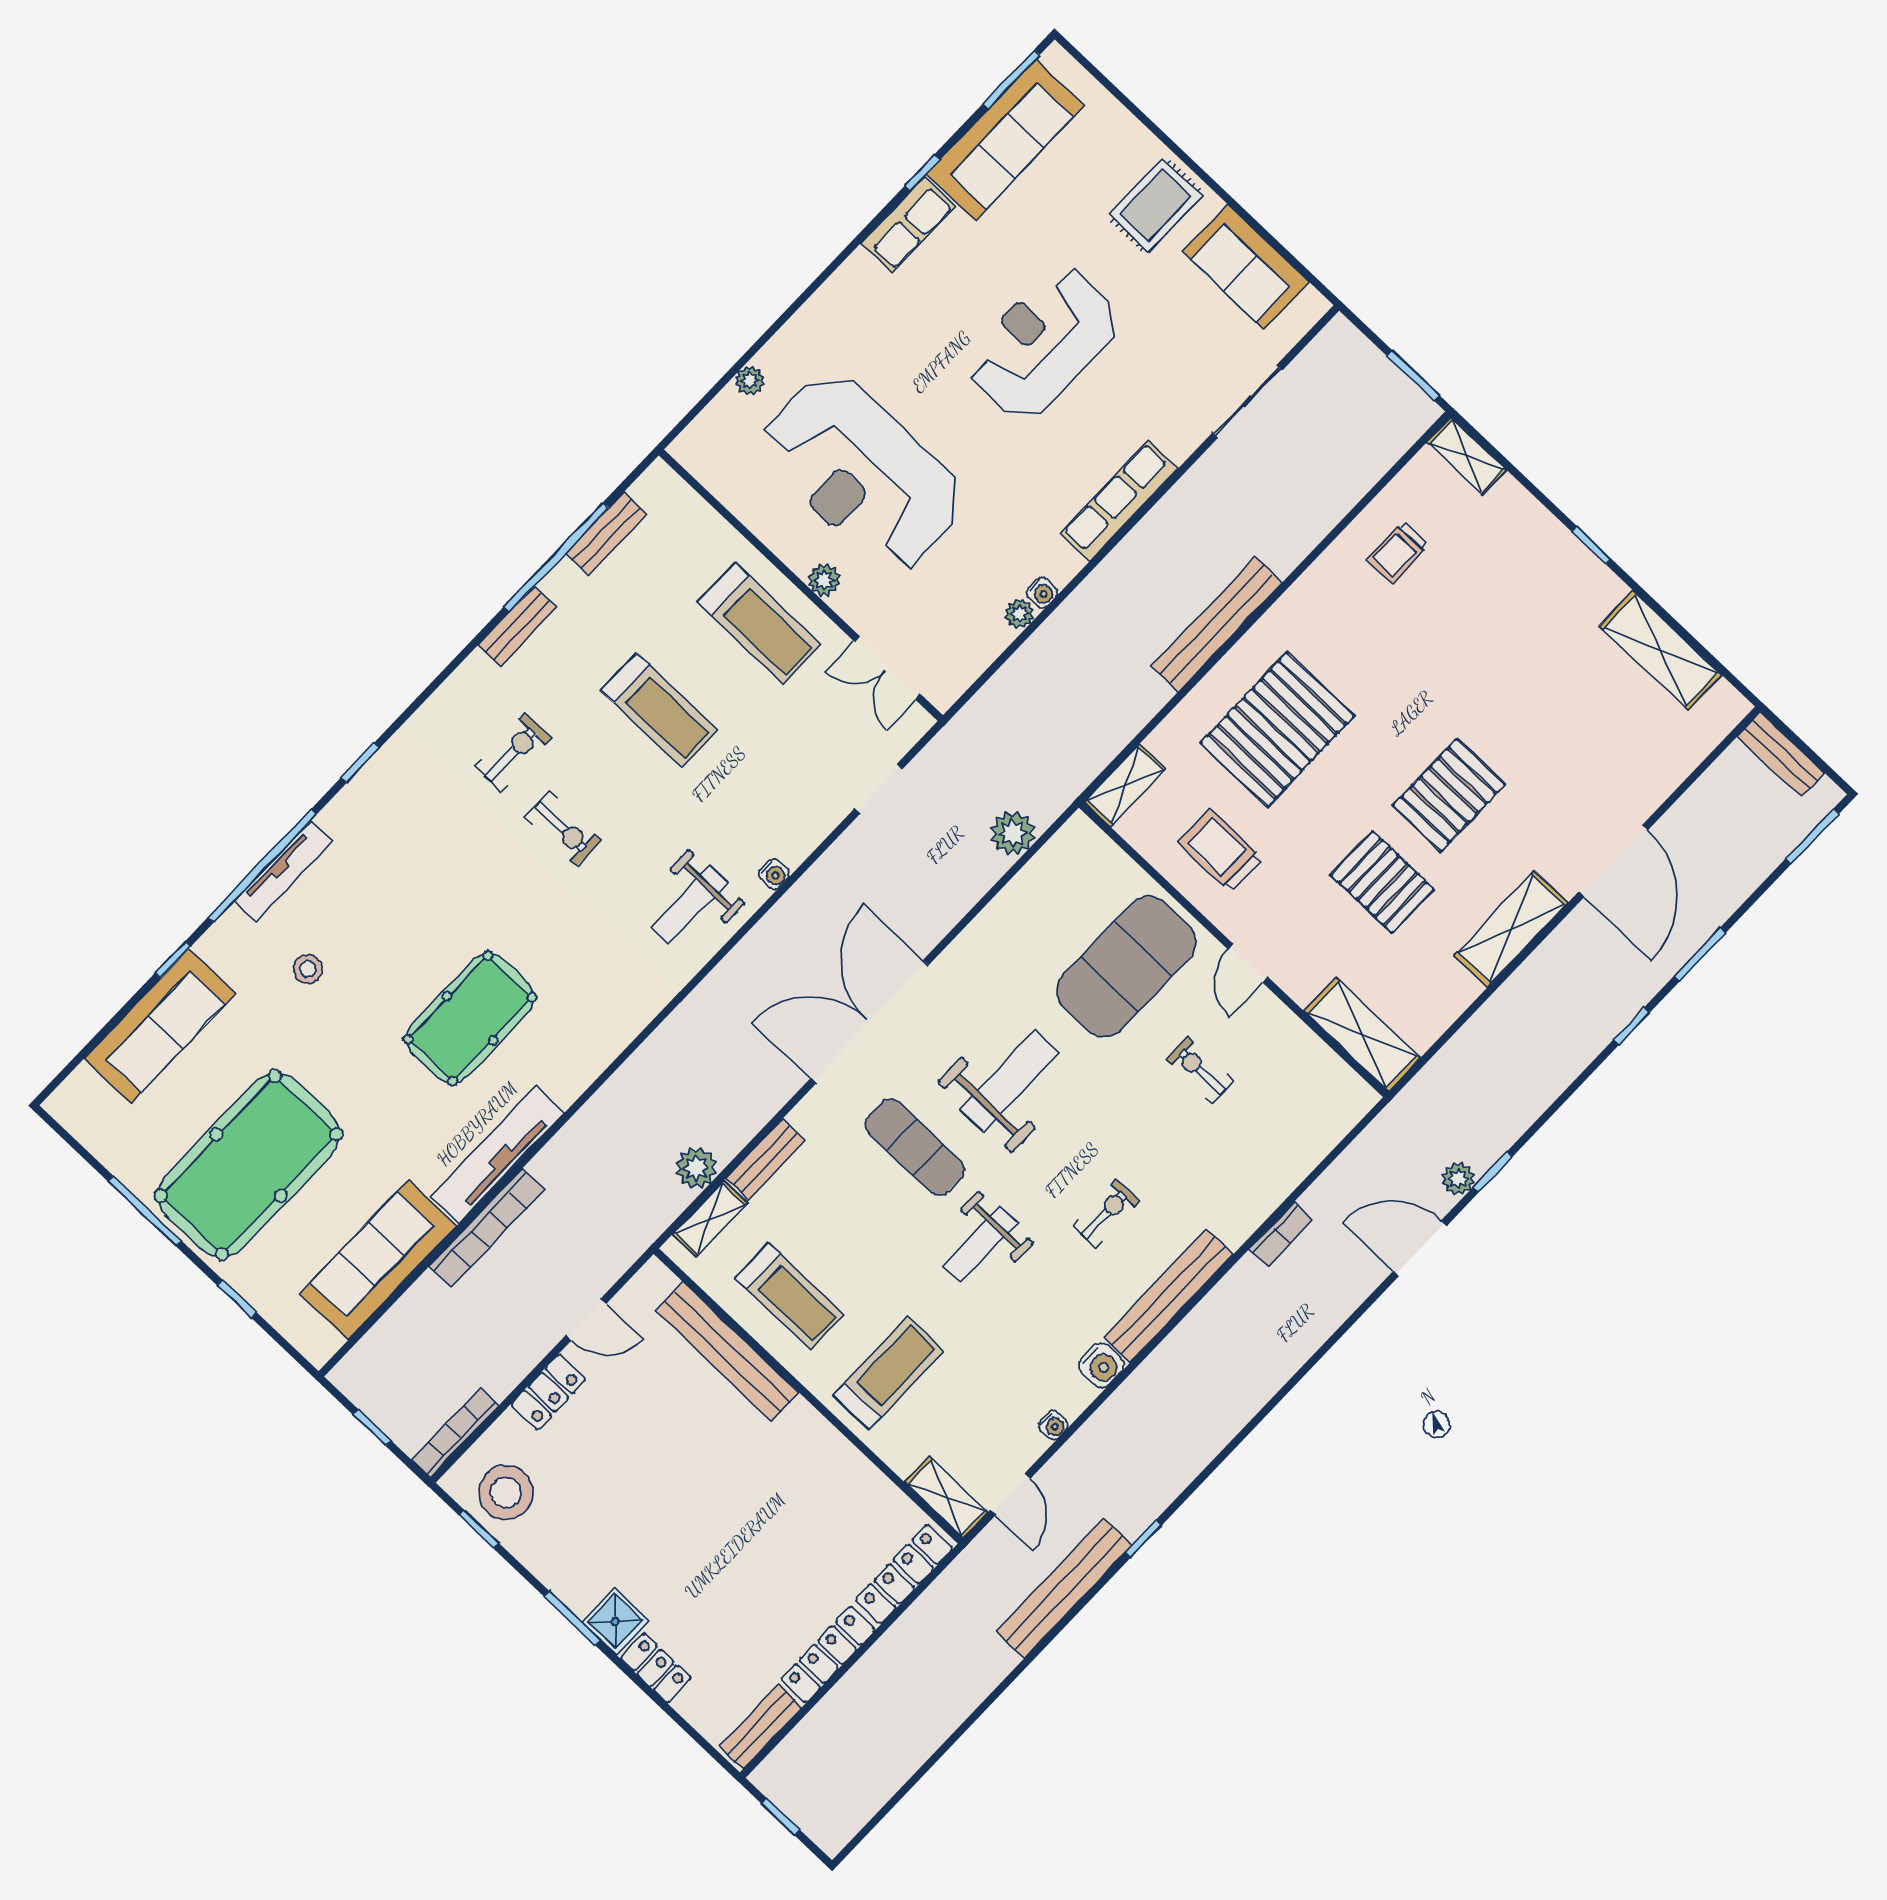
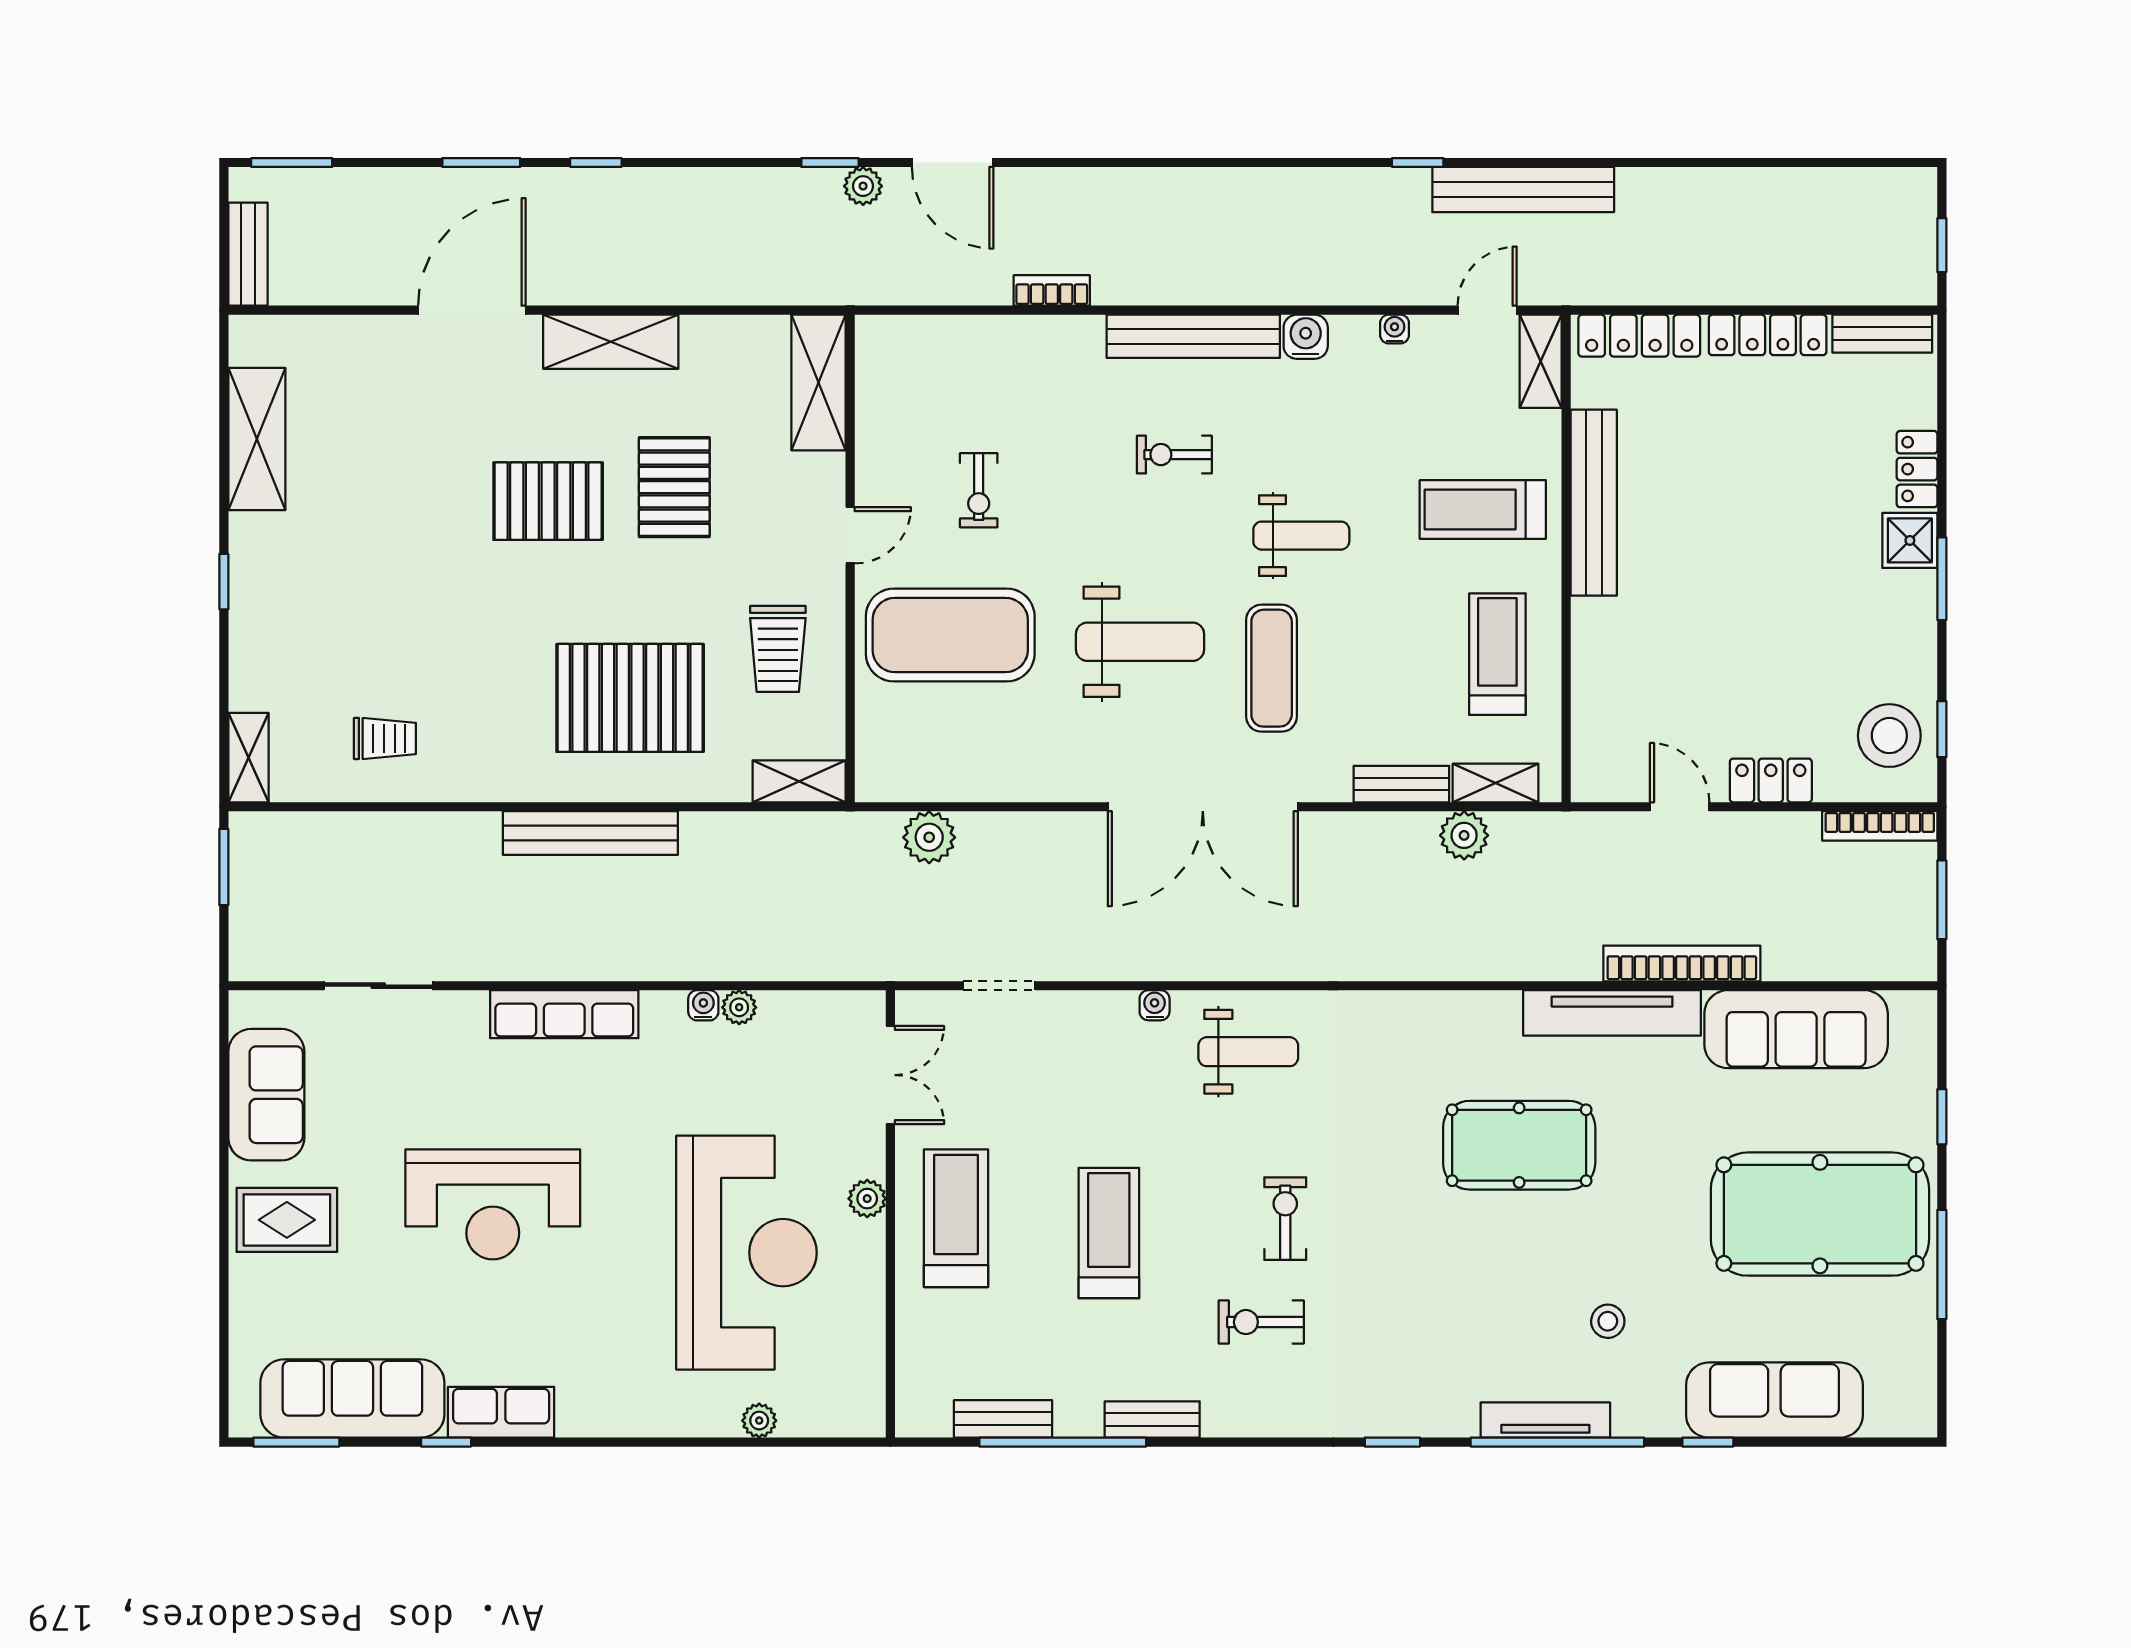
weight bench: (1009, 1081) -> (1140, 642), turned 180
bench: (727, 1352) -> (1594, 503), moved
window: (372, 1428) -> (1942, 900), width x1.50

